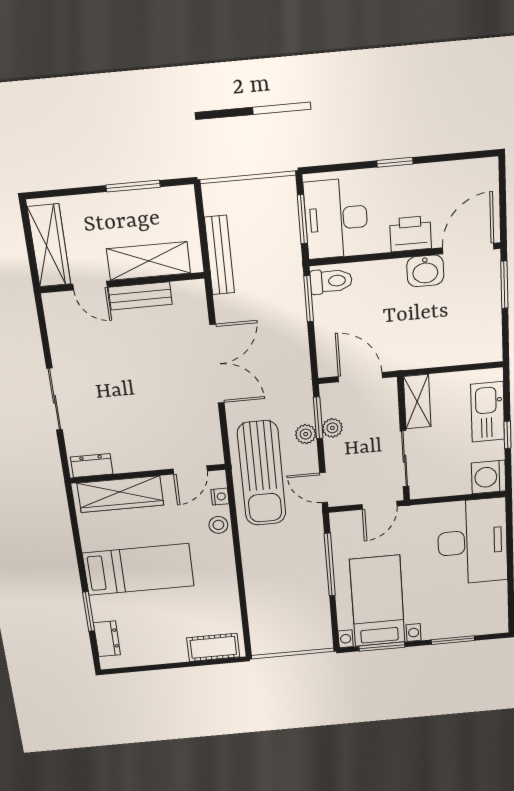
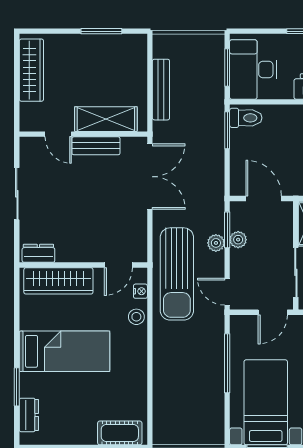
shelving: (149, 261) -> (106, 119), moved
wall: (122, 283) -> (83, 134), moved
door: (90, 286) -> (58, 134), moved
bench: (140, 296) -> (96, 146), moved

